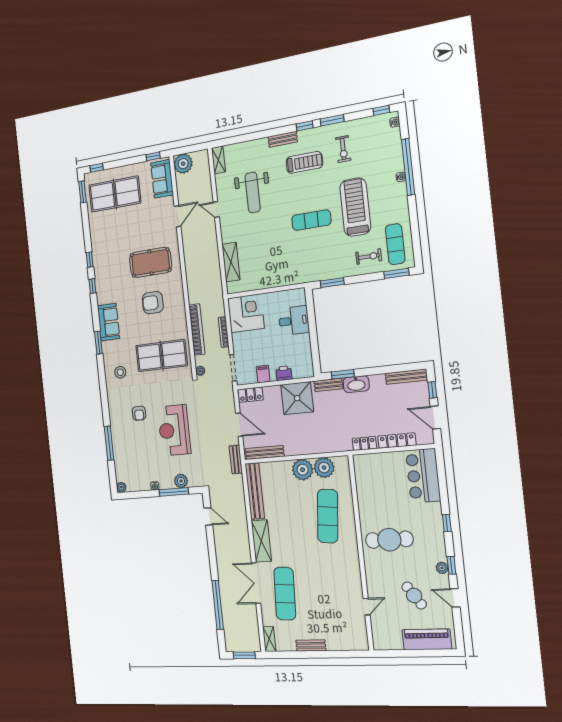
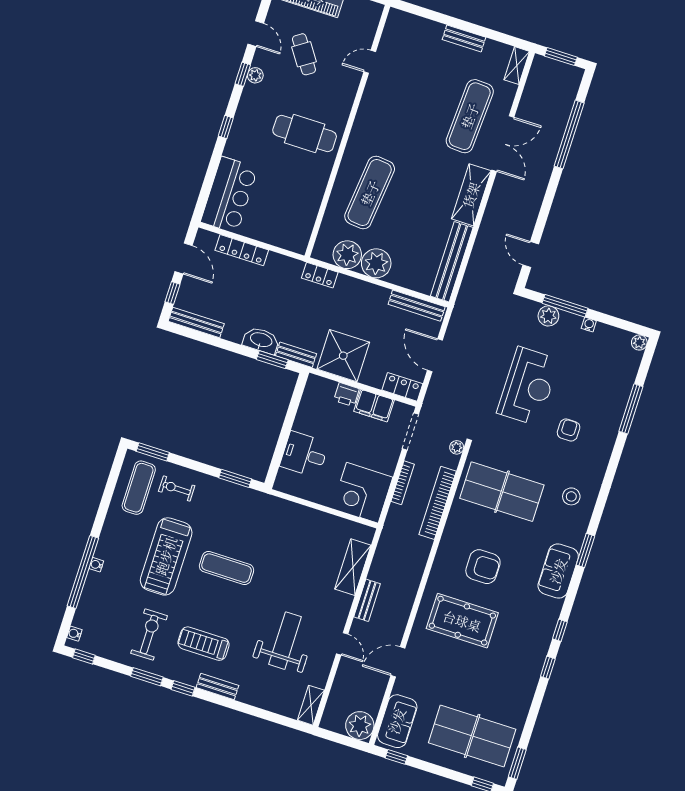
exercise bike: (343, 149) -> (149, 634), width x1.38, depth x1.39
filing cabinet: (263, 374) -> (374, 406), width x2.00
locker: (364, 443) -> (320, 275), moved
bench: (236, 459) -> (367, 600), moved

